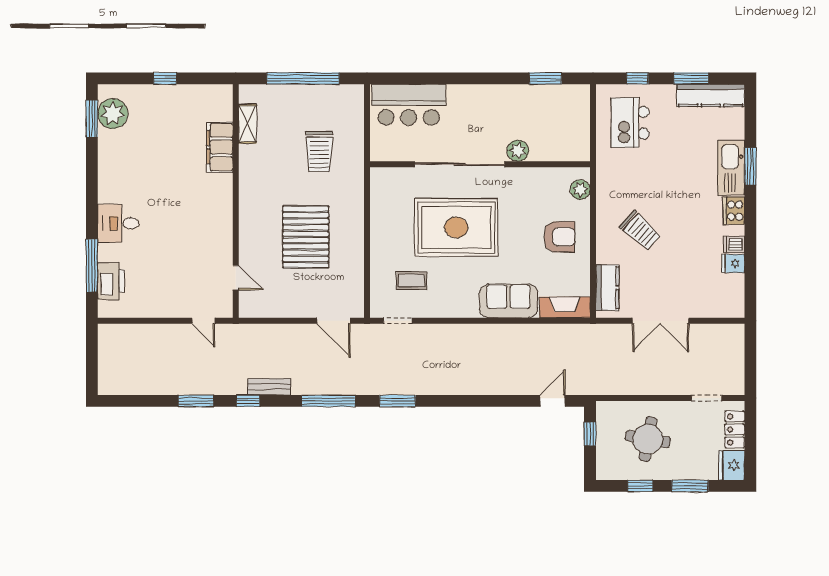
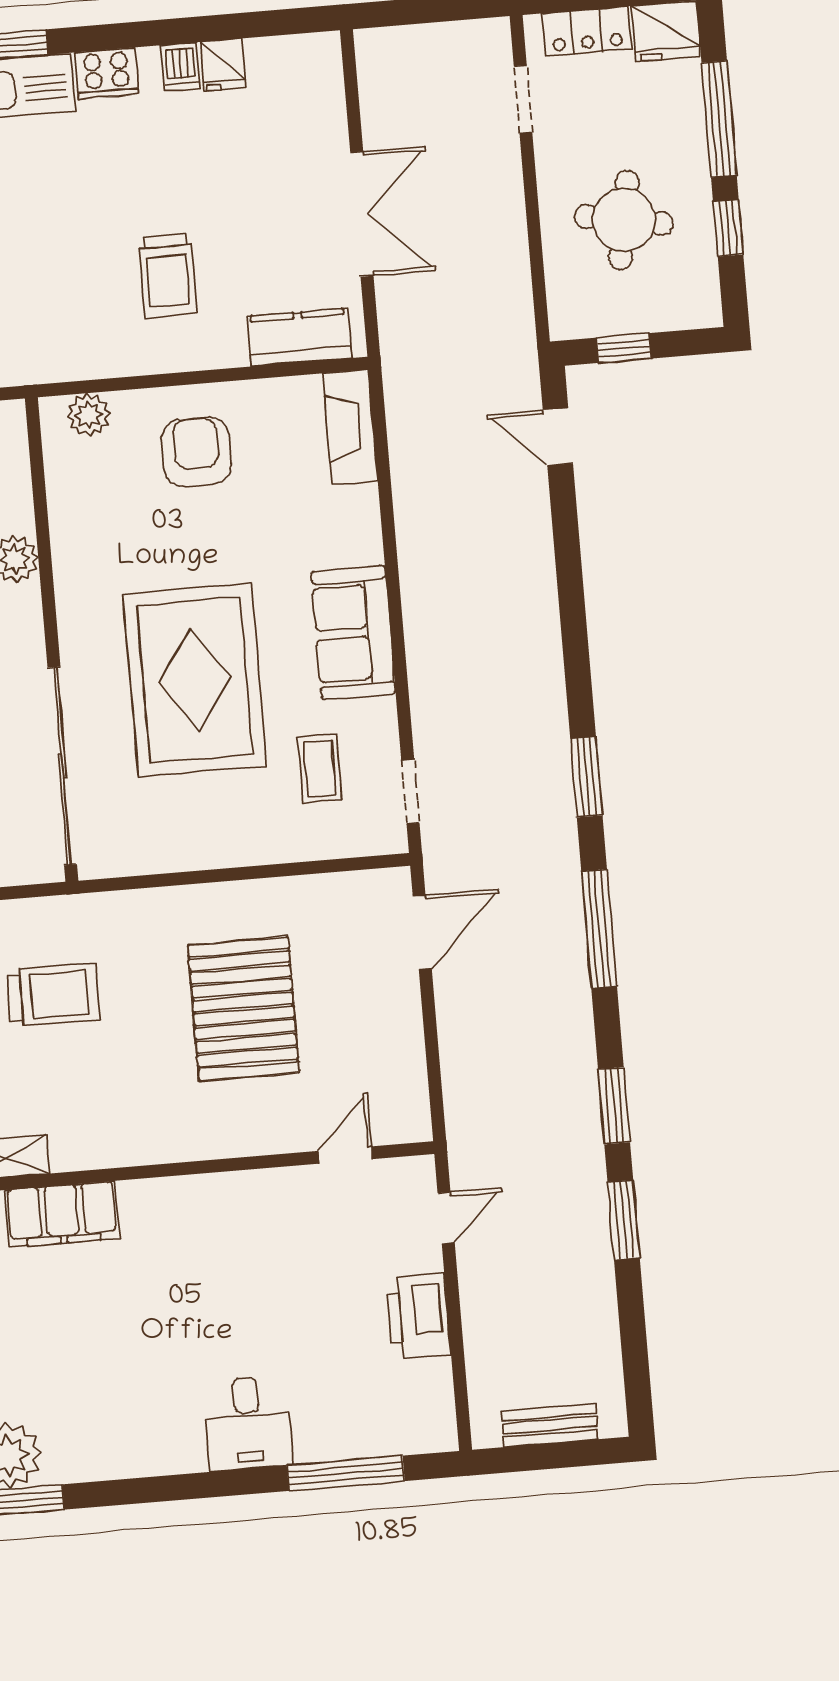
sliding door: (460, 164) -> (62, 766), moved
trolley: (640, 231) -> (168, 275), turned 138
pallet: (306, 237) -> (243, 1009), turned 90
printer: (111, 281) -> (418, 1316), moved, turned -90
sofa: (508, 301) -> (353, 633), moved
bench: (269, 387) -> (550, 1425), moved, turned 90
window: (248, 401) -> (614, 1106), width x1.50
window: (690, 486) -> (719, 119), width x1.44

